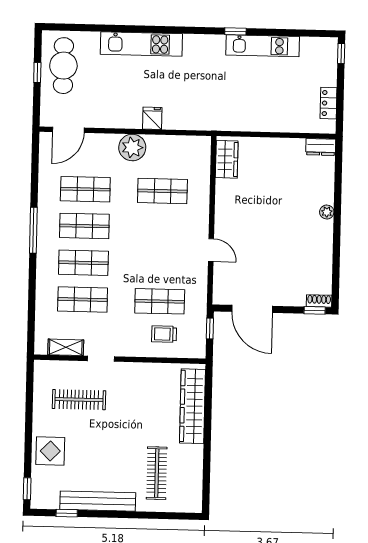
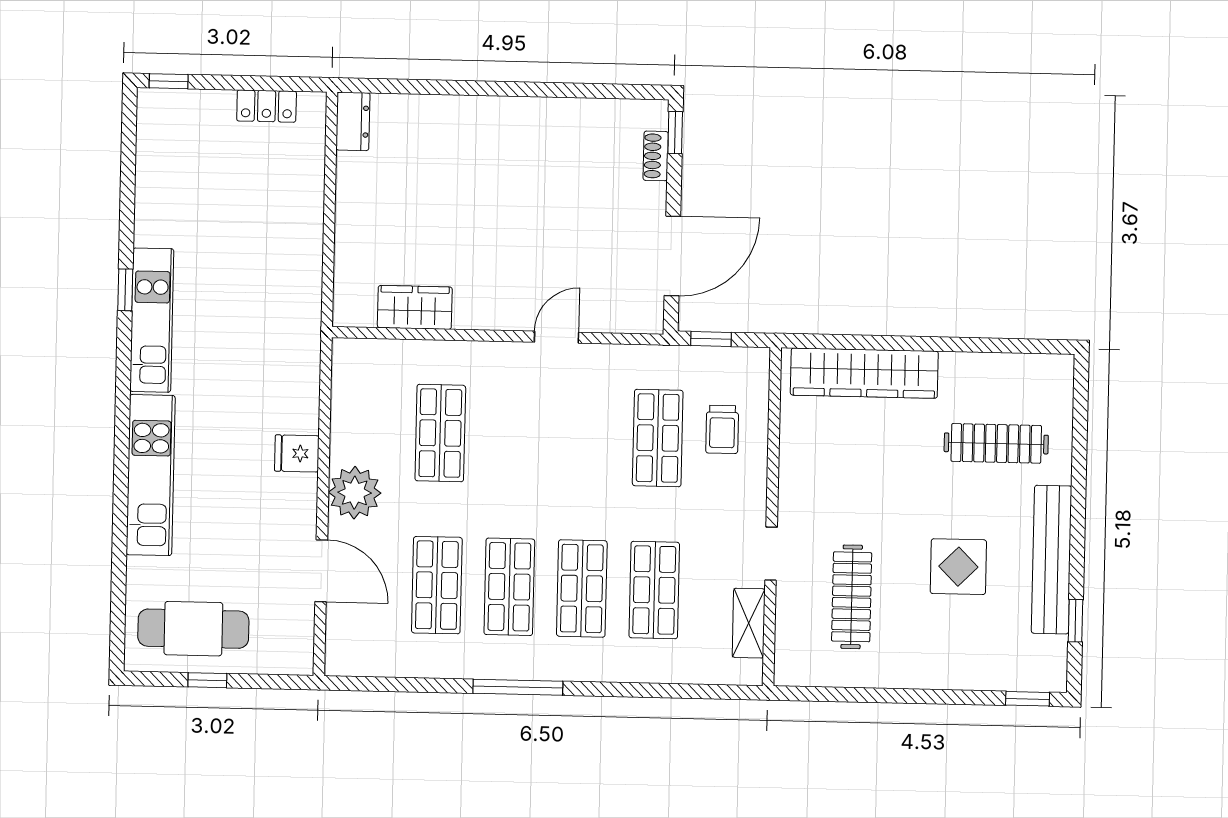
kitchen unit: (263, 46) -> (152, 320), moved
door: (68, 130) -> (321, 571), moved
wardrobe: (227, 159) -> (415, 307), moved
plant: (327, 212) -> (481, 109), removed
shoe rack: (319, 301) -> (656, 156), moved
display table: (50, 451) -> (958, 567), moved

